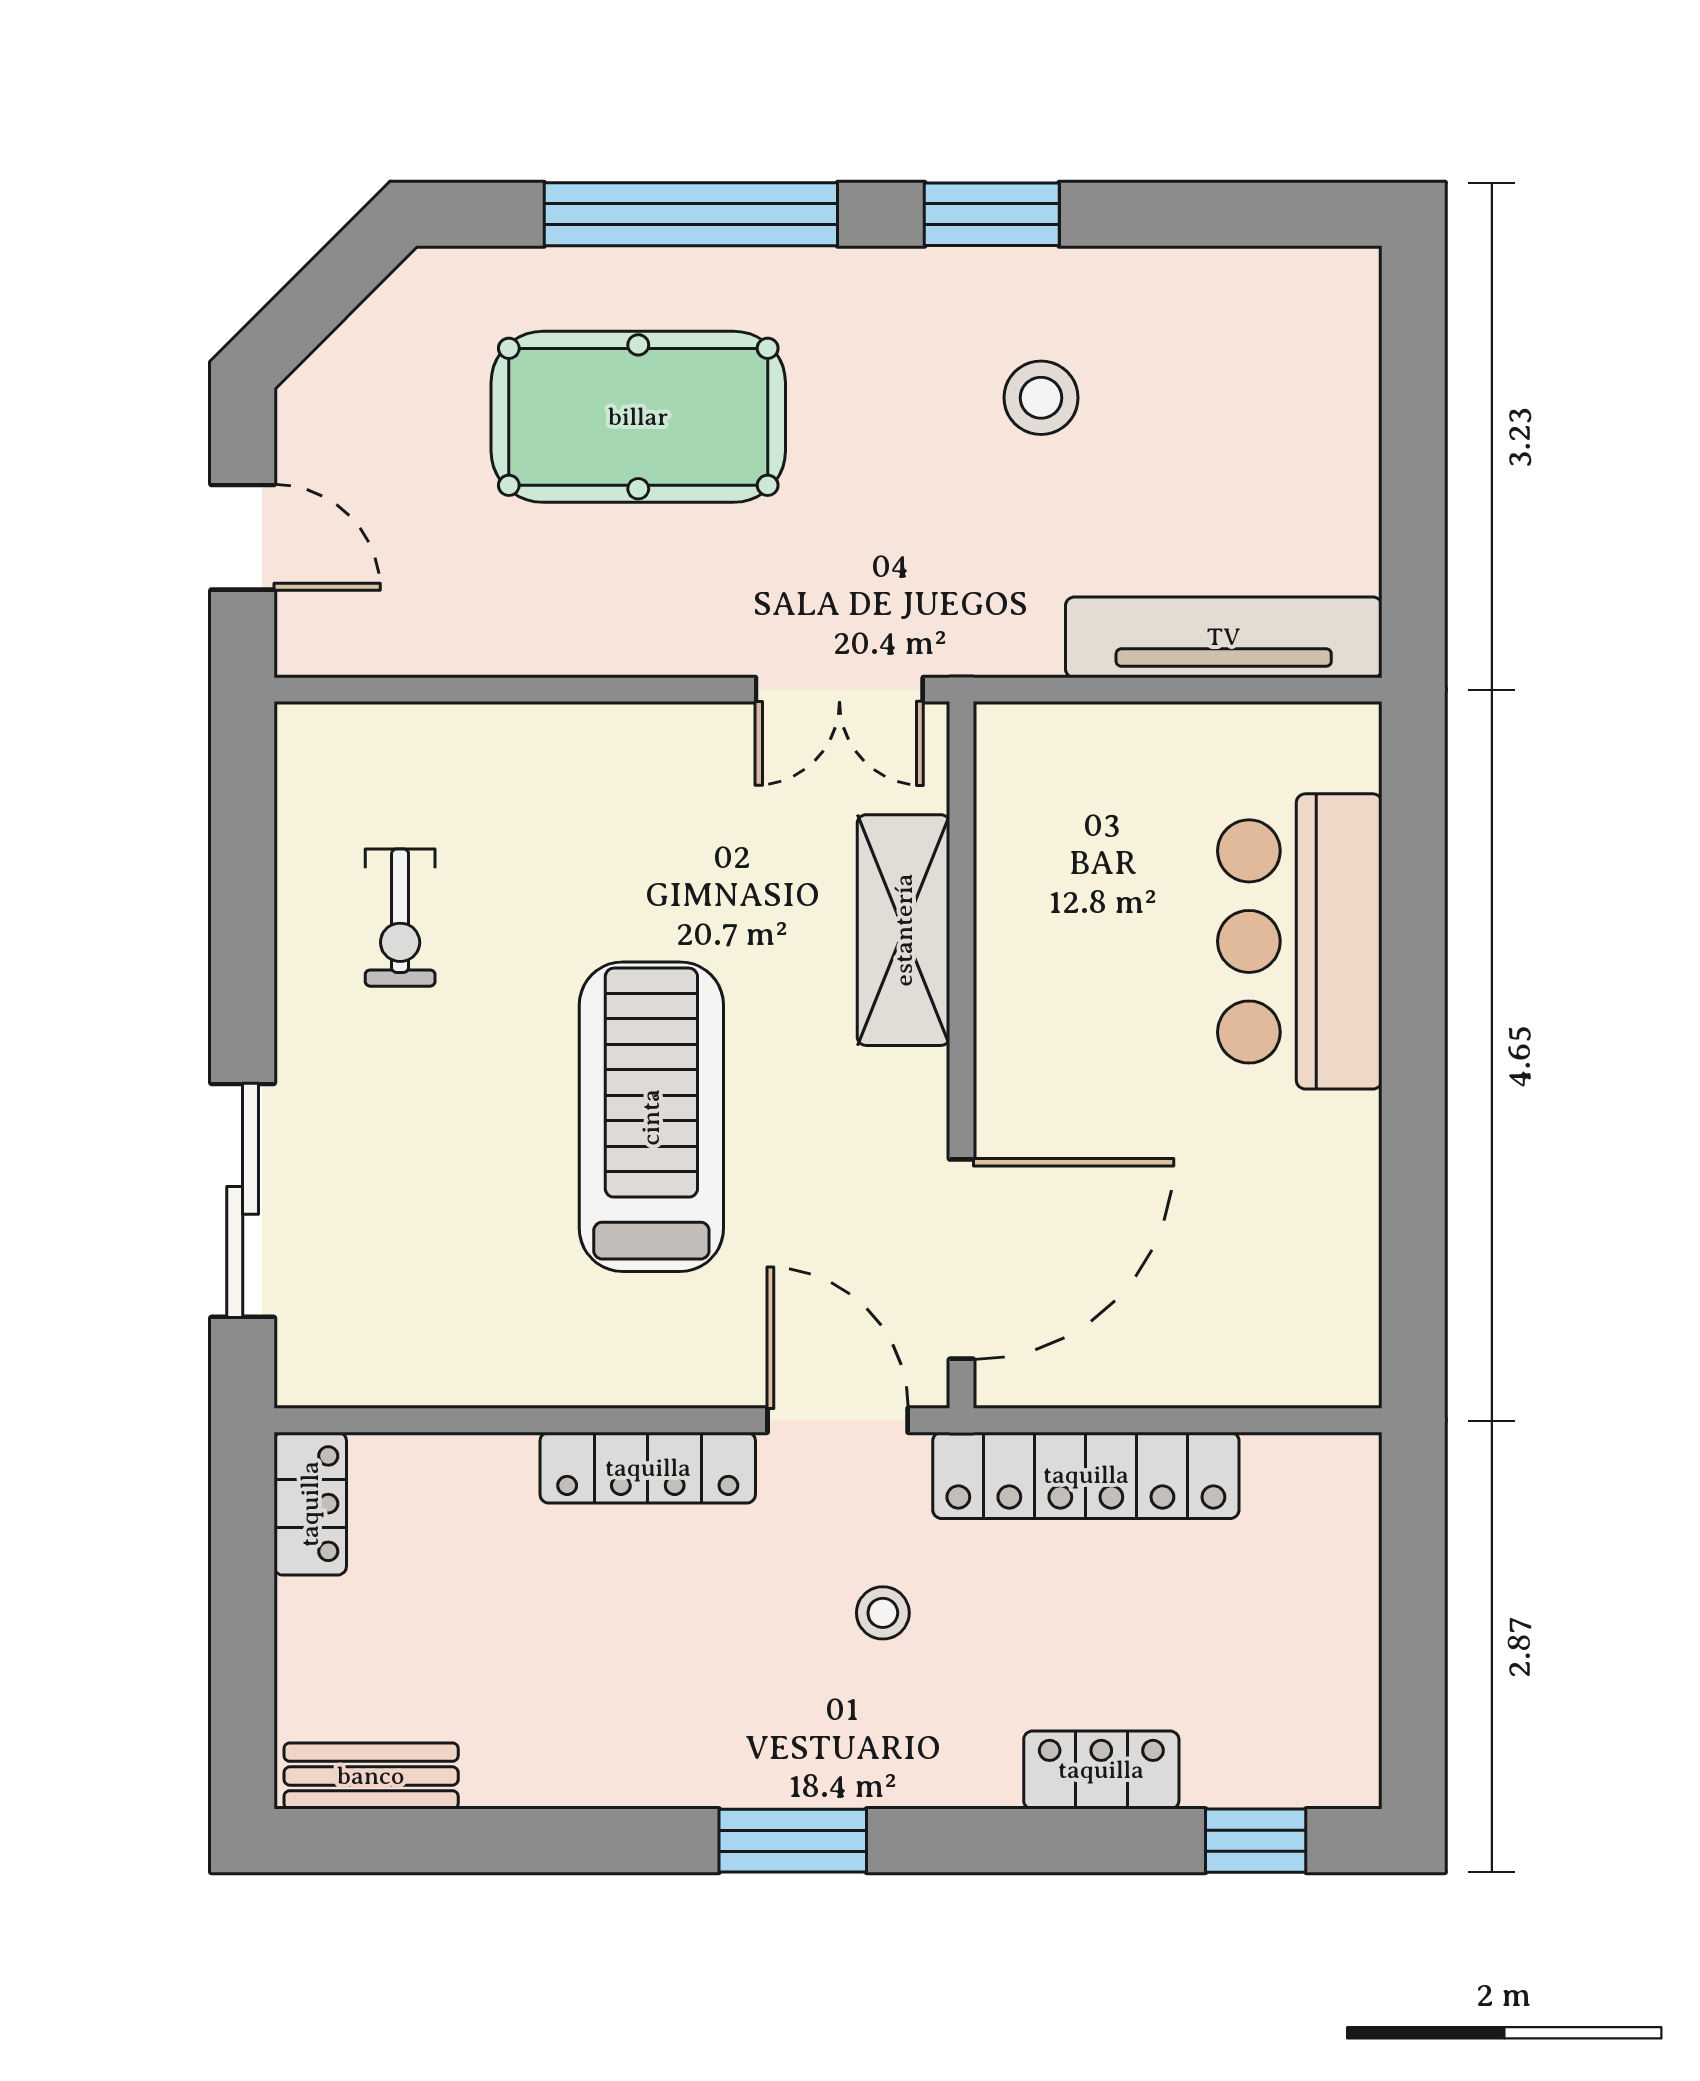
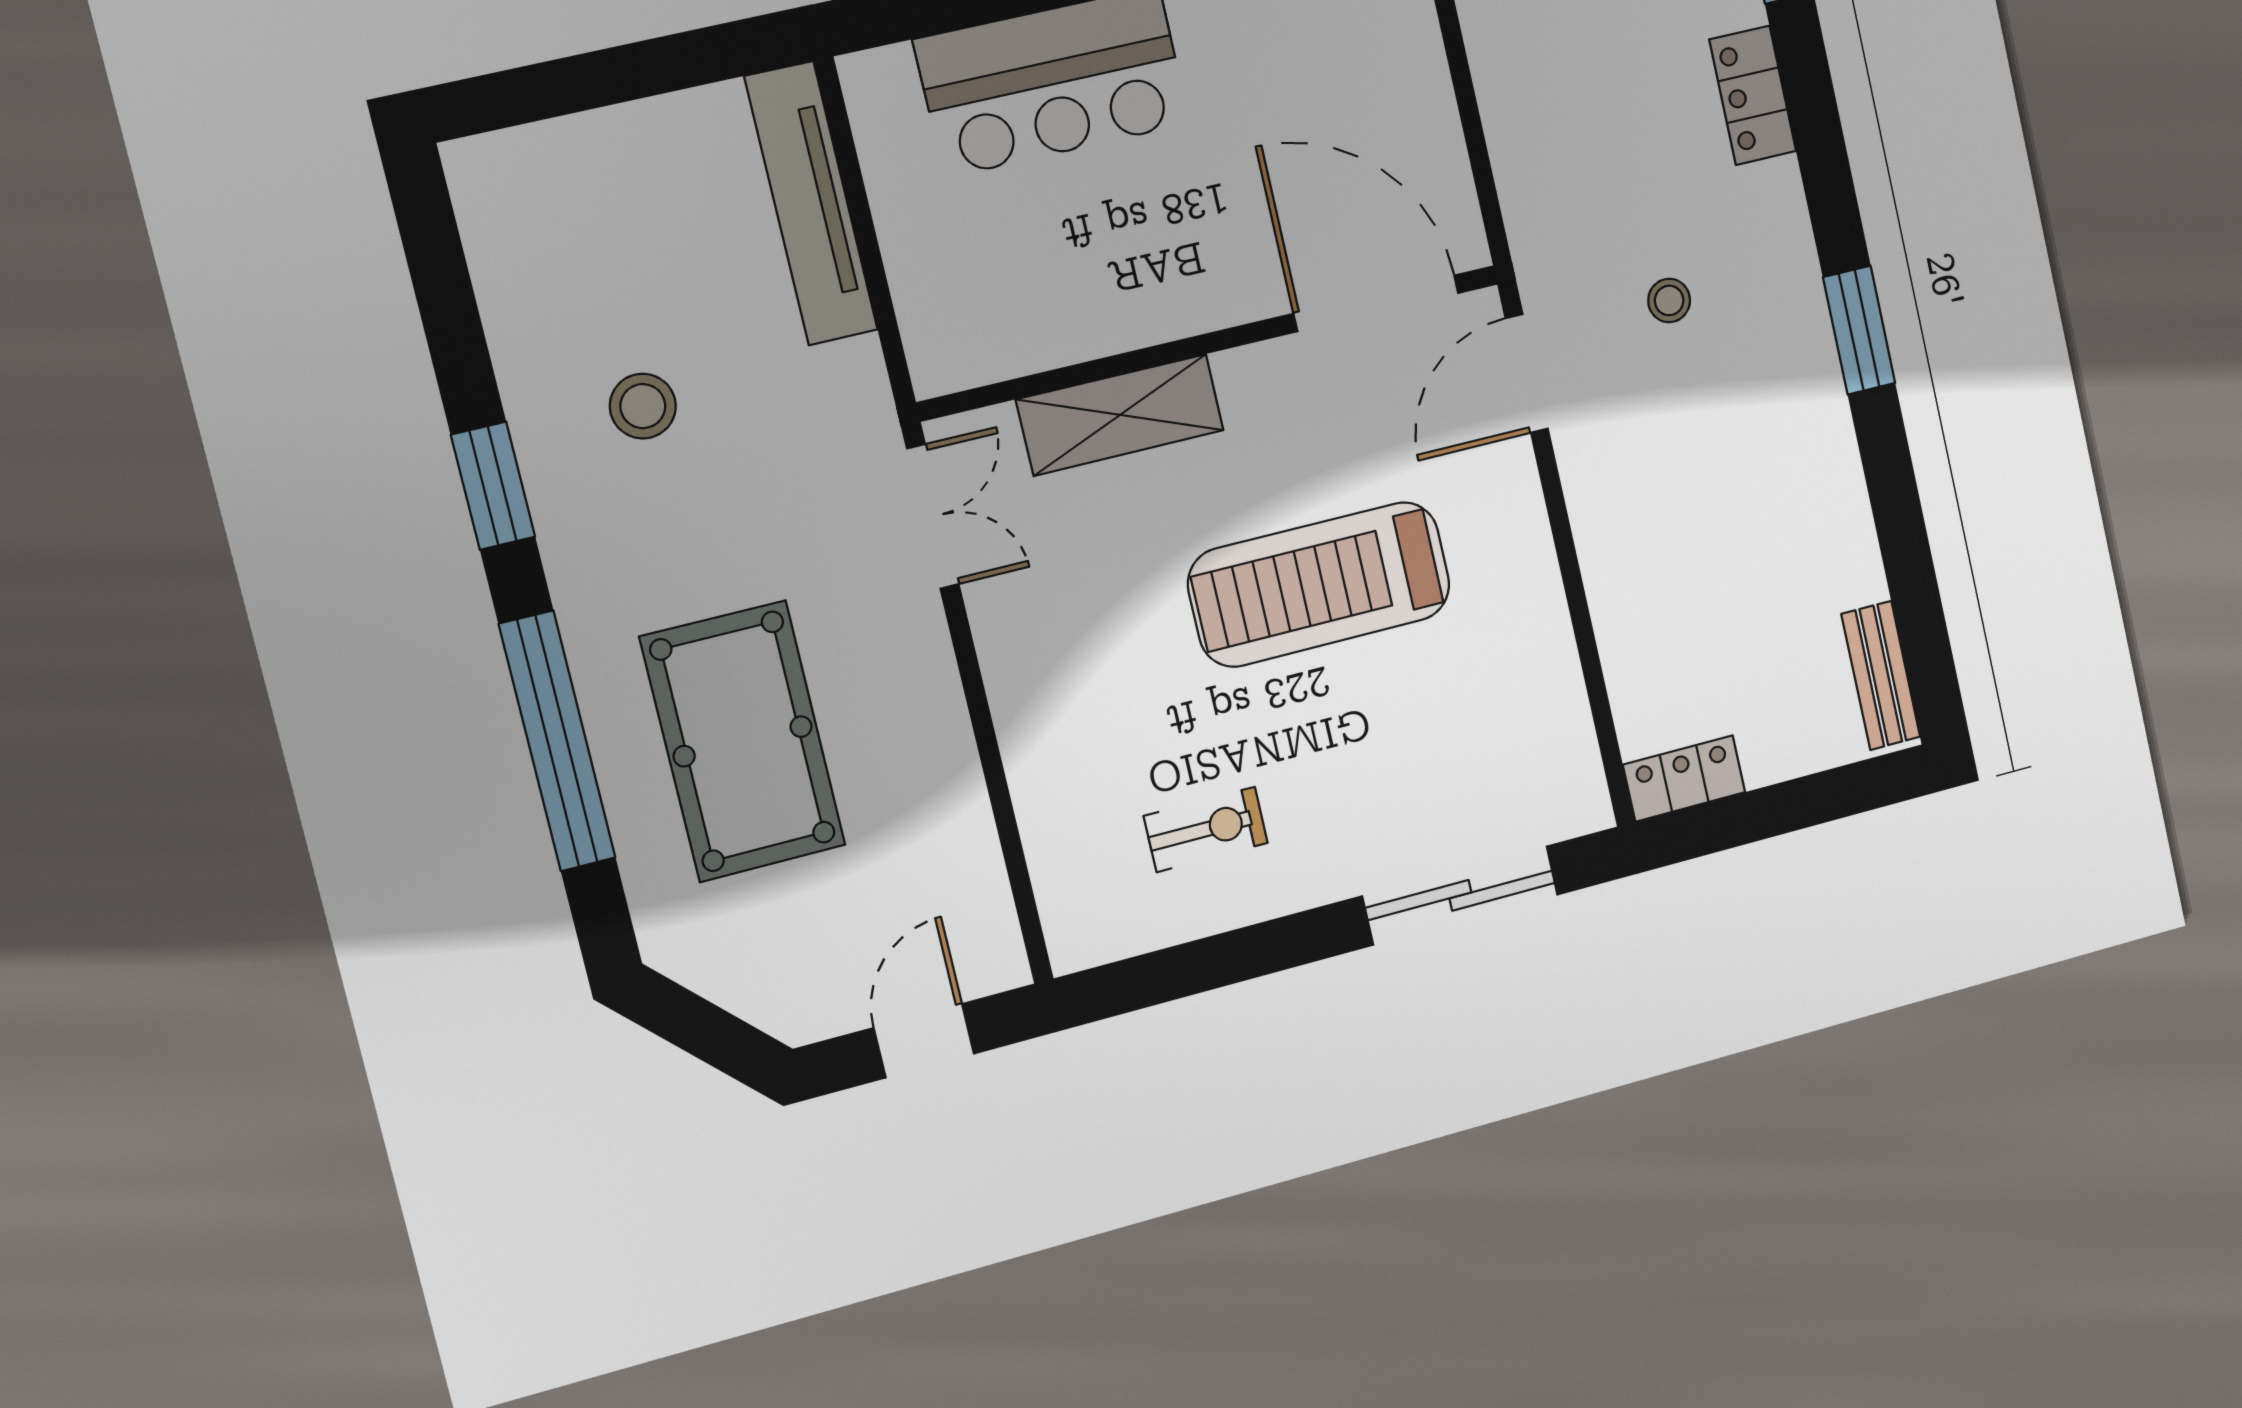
locker: (648, 1468) -> (1597, 517), removed
locker: (1086, 1475) -> (1526, 161), removed

